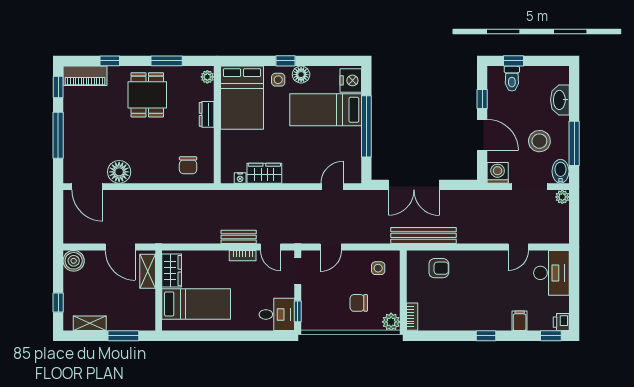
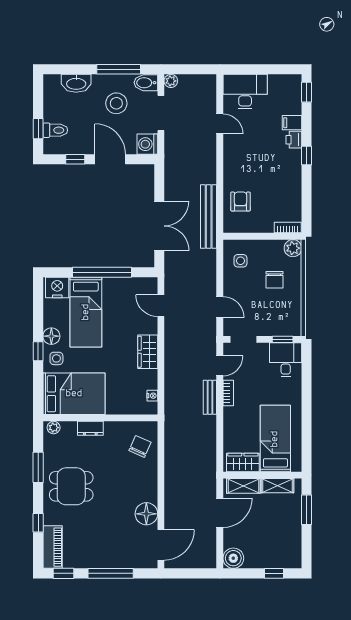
door: (482, 135) -> (110, 159), hinge flipped
chair: (188, 165) -> (140, 446), turned -66
wardrobe: (264, 173) -> (148, 352), moved
printer: (561, 322) -> (294, 140), moved, turned 90
shelving: (90, 323) -> (278, 486), moved, turned 90

